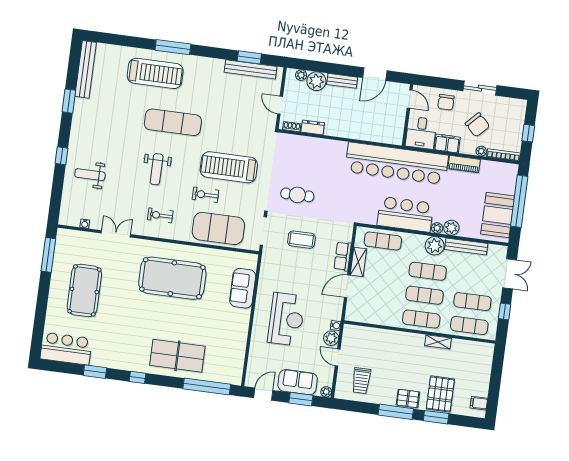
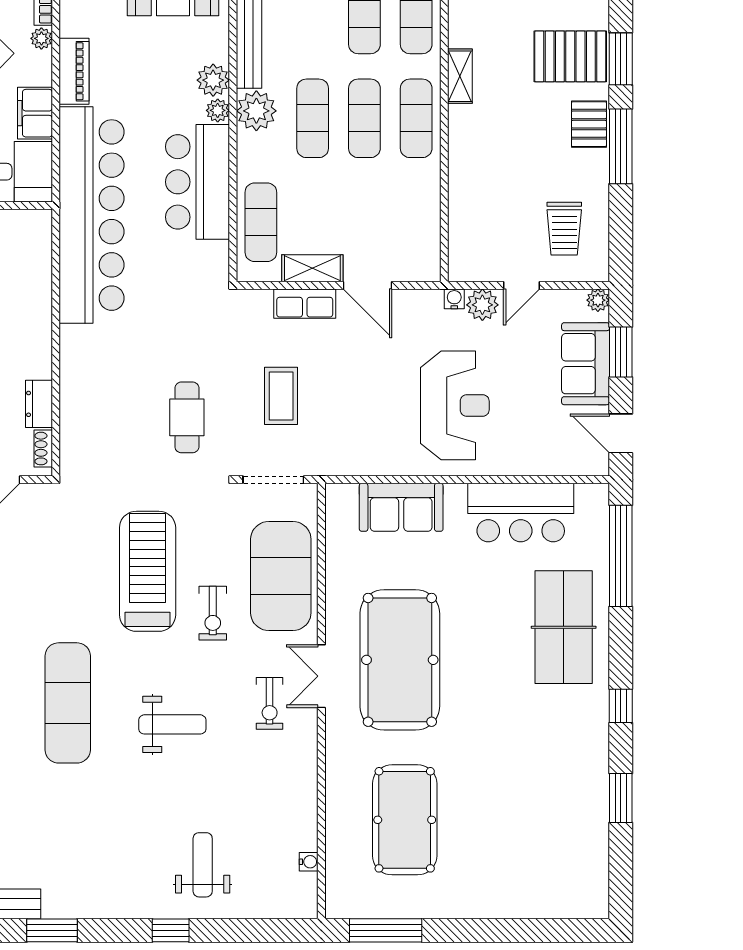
treadmill: (229, 167) -> (148, 571), turned 180
weight bench: (90, 175) -> (203, 865), turned 180
double door: (116, 234) -> (321, 676), moved
pool table: (84, 290) -> (405, 820), moved, turned 90
reception desk: (286, 319) -> (455, 405), turned 90
bar counter: (66, 349) -> (521, 513), moved, turned -90
trolley: (361, 381) -> (564, 229), turned 90

